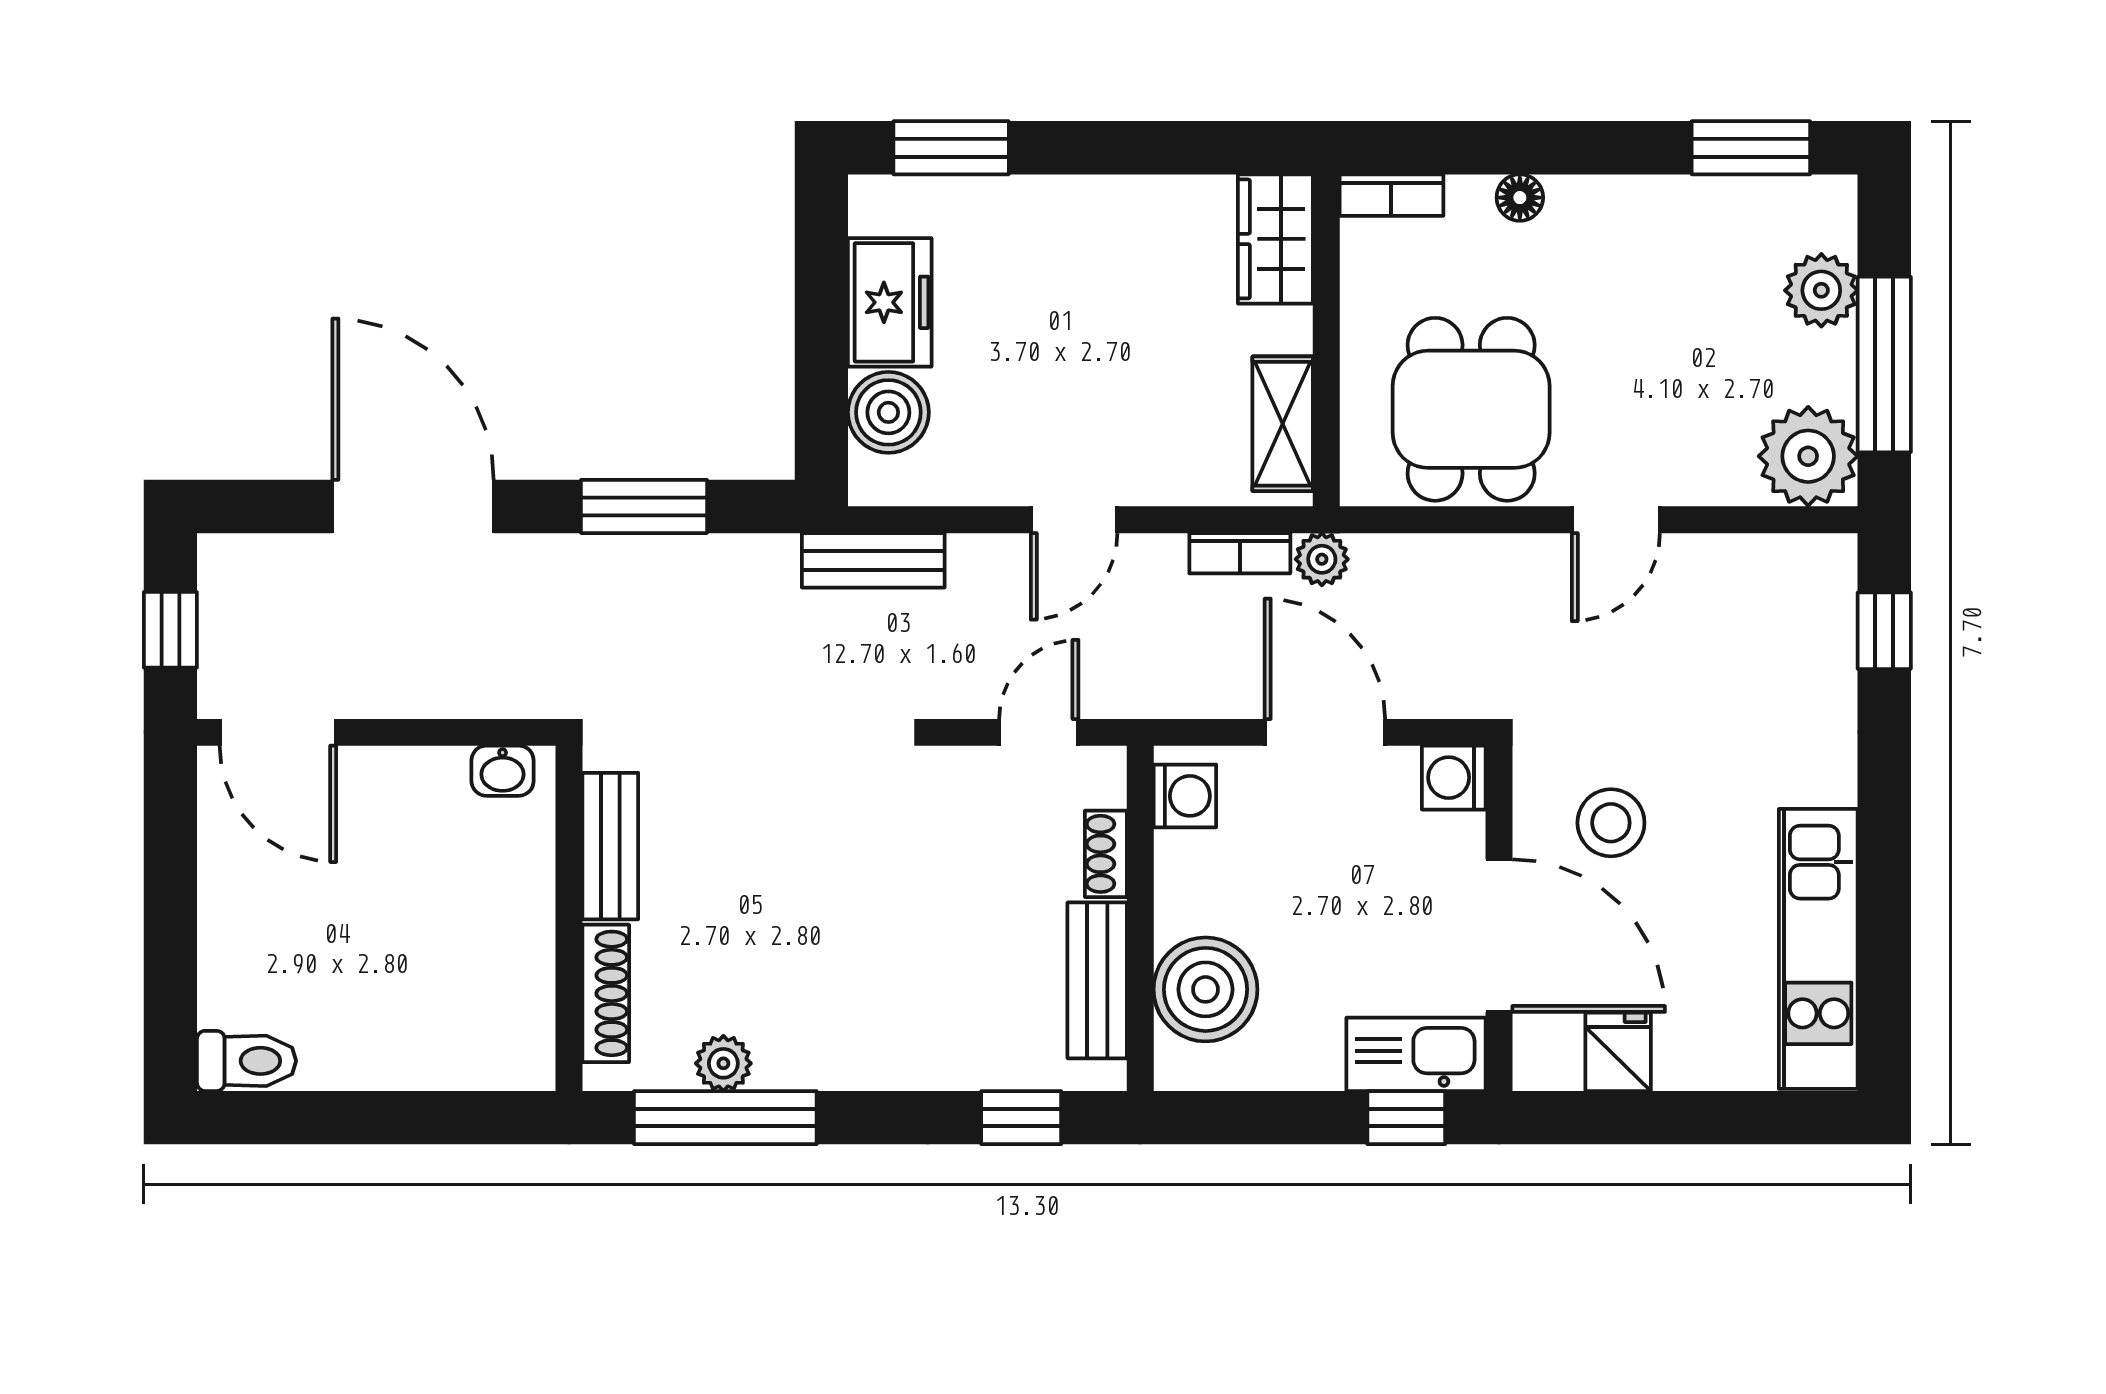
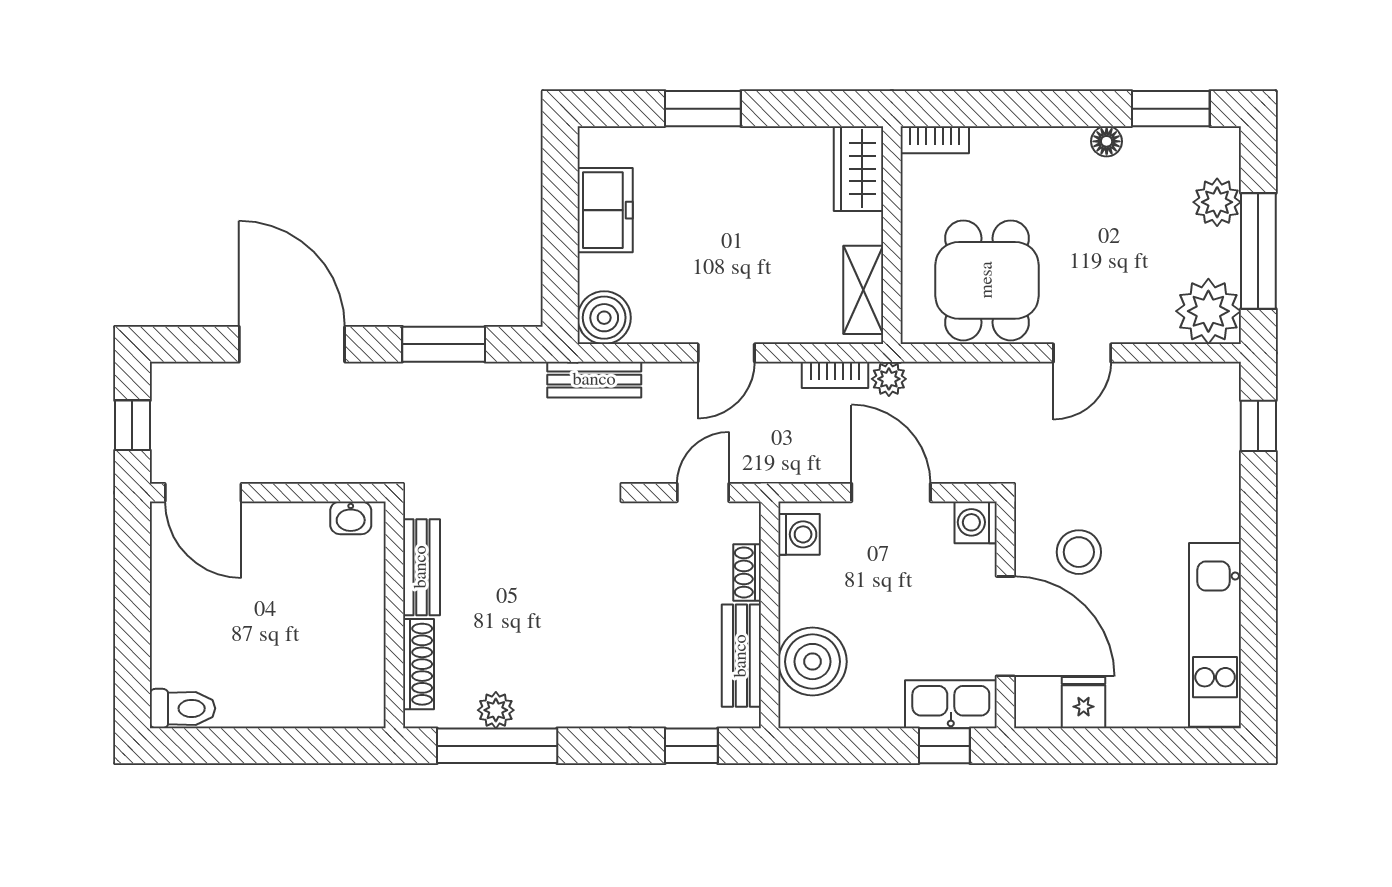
window: (951, 148) -> (703, 109), moved
floor lamp: (1520, 198) -> (1107, 141), moved
boiler: (888, 412) -> (604, 318), moved

